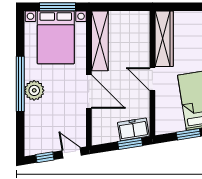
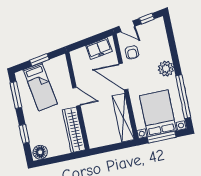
window: (20, 84) -> (183, 97), moved
armchair: (72, 119) -> (132, 52), added
freezer: (133, 129) -> (99, 48), moved
window: (130, 144) -> (83, 43), removed

